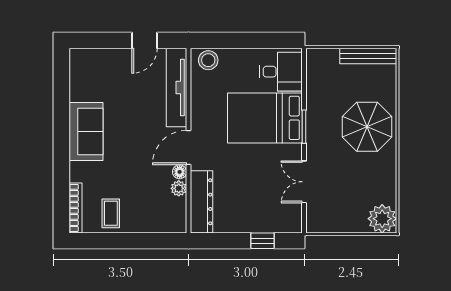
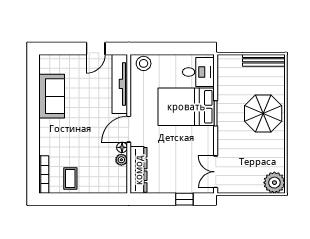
sofa: (86, 132) -> (52, 96), moved
double door: (304, 182) -> (216, 172), moved

